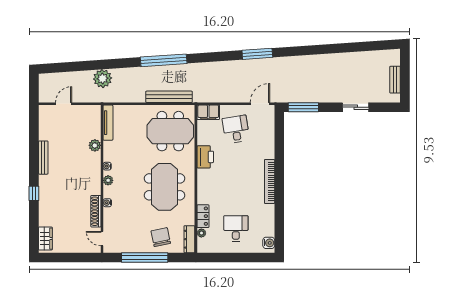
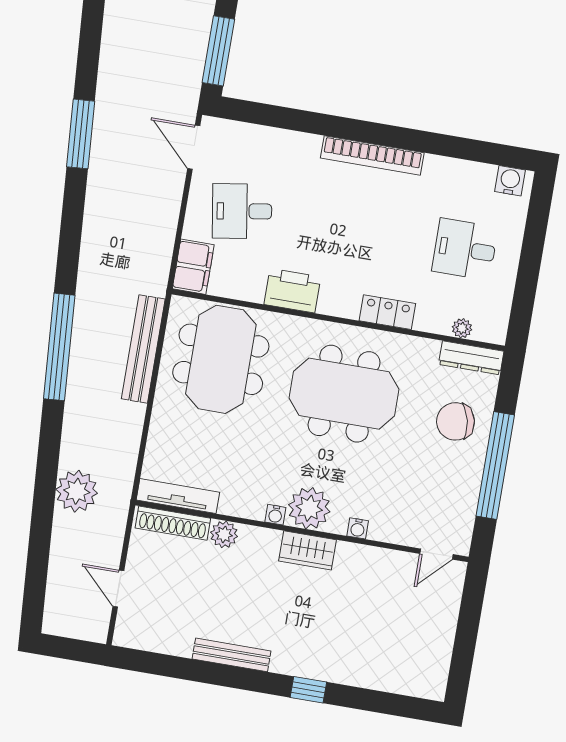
plant: (108, 180) -> (309, 508), width x1.88, depth x1.88
shoe rack: (96, 211) -> (173, 523), moved
locker: (203, 216) -> (387, 312), moved
wardrobe: (45, 239) -> (307, 550), moved, turned 180

